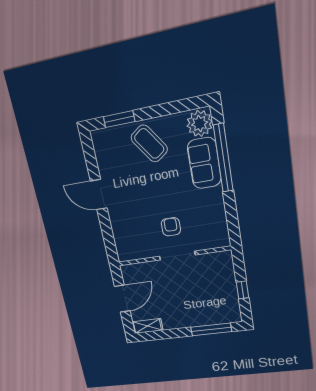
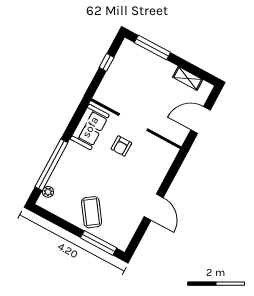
window: (119, 119) -> (99, 243), width x1.44
plant: (200, 124) -> (48, 192), width x0.53, depth x0.53
sofa: (204, 163) -> (90, 127), moved
shelving: (147, 326) -> (188, 78), moved

